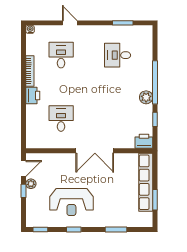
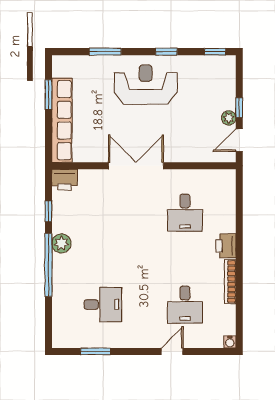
door: (70, 23) -> (172, 351), swing flipped
reception desk: (71, 202) -> (146, 85), moved

